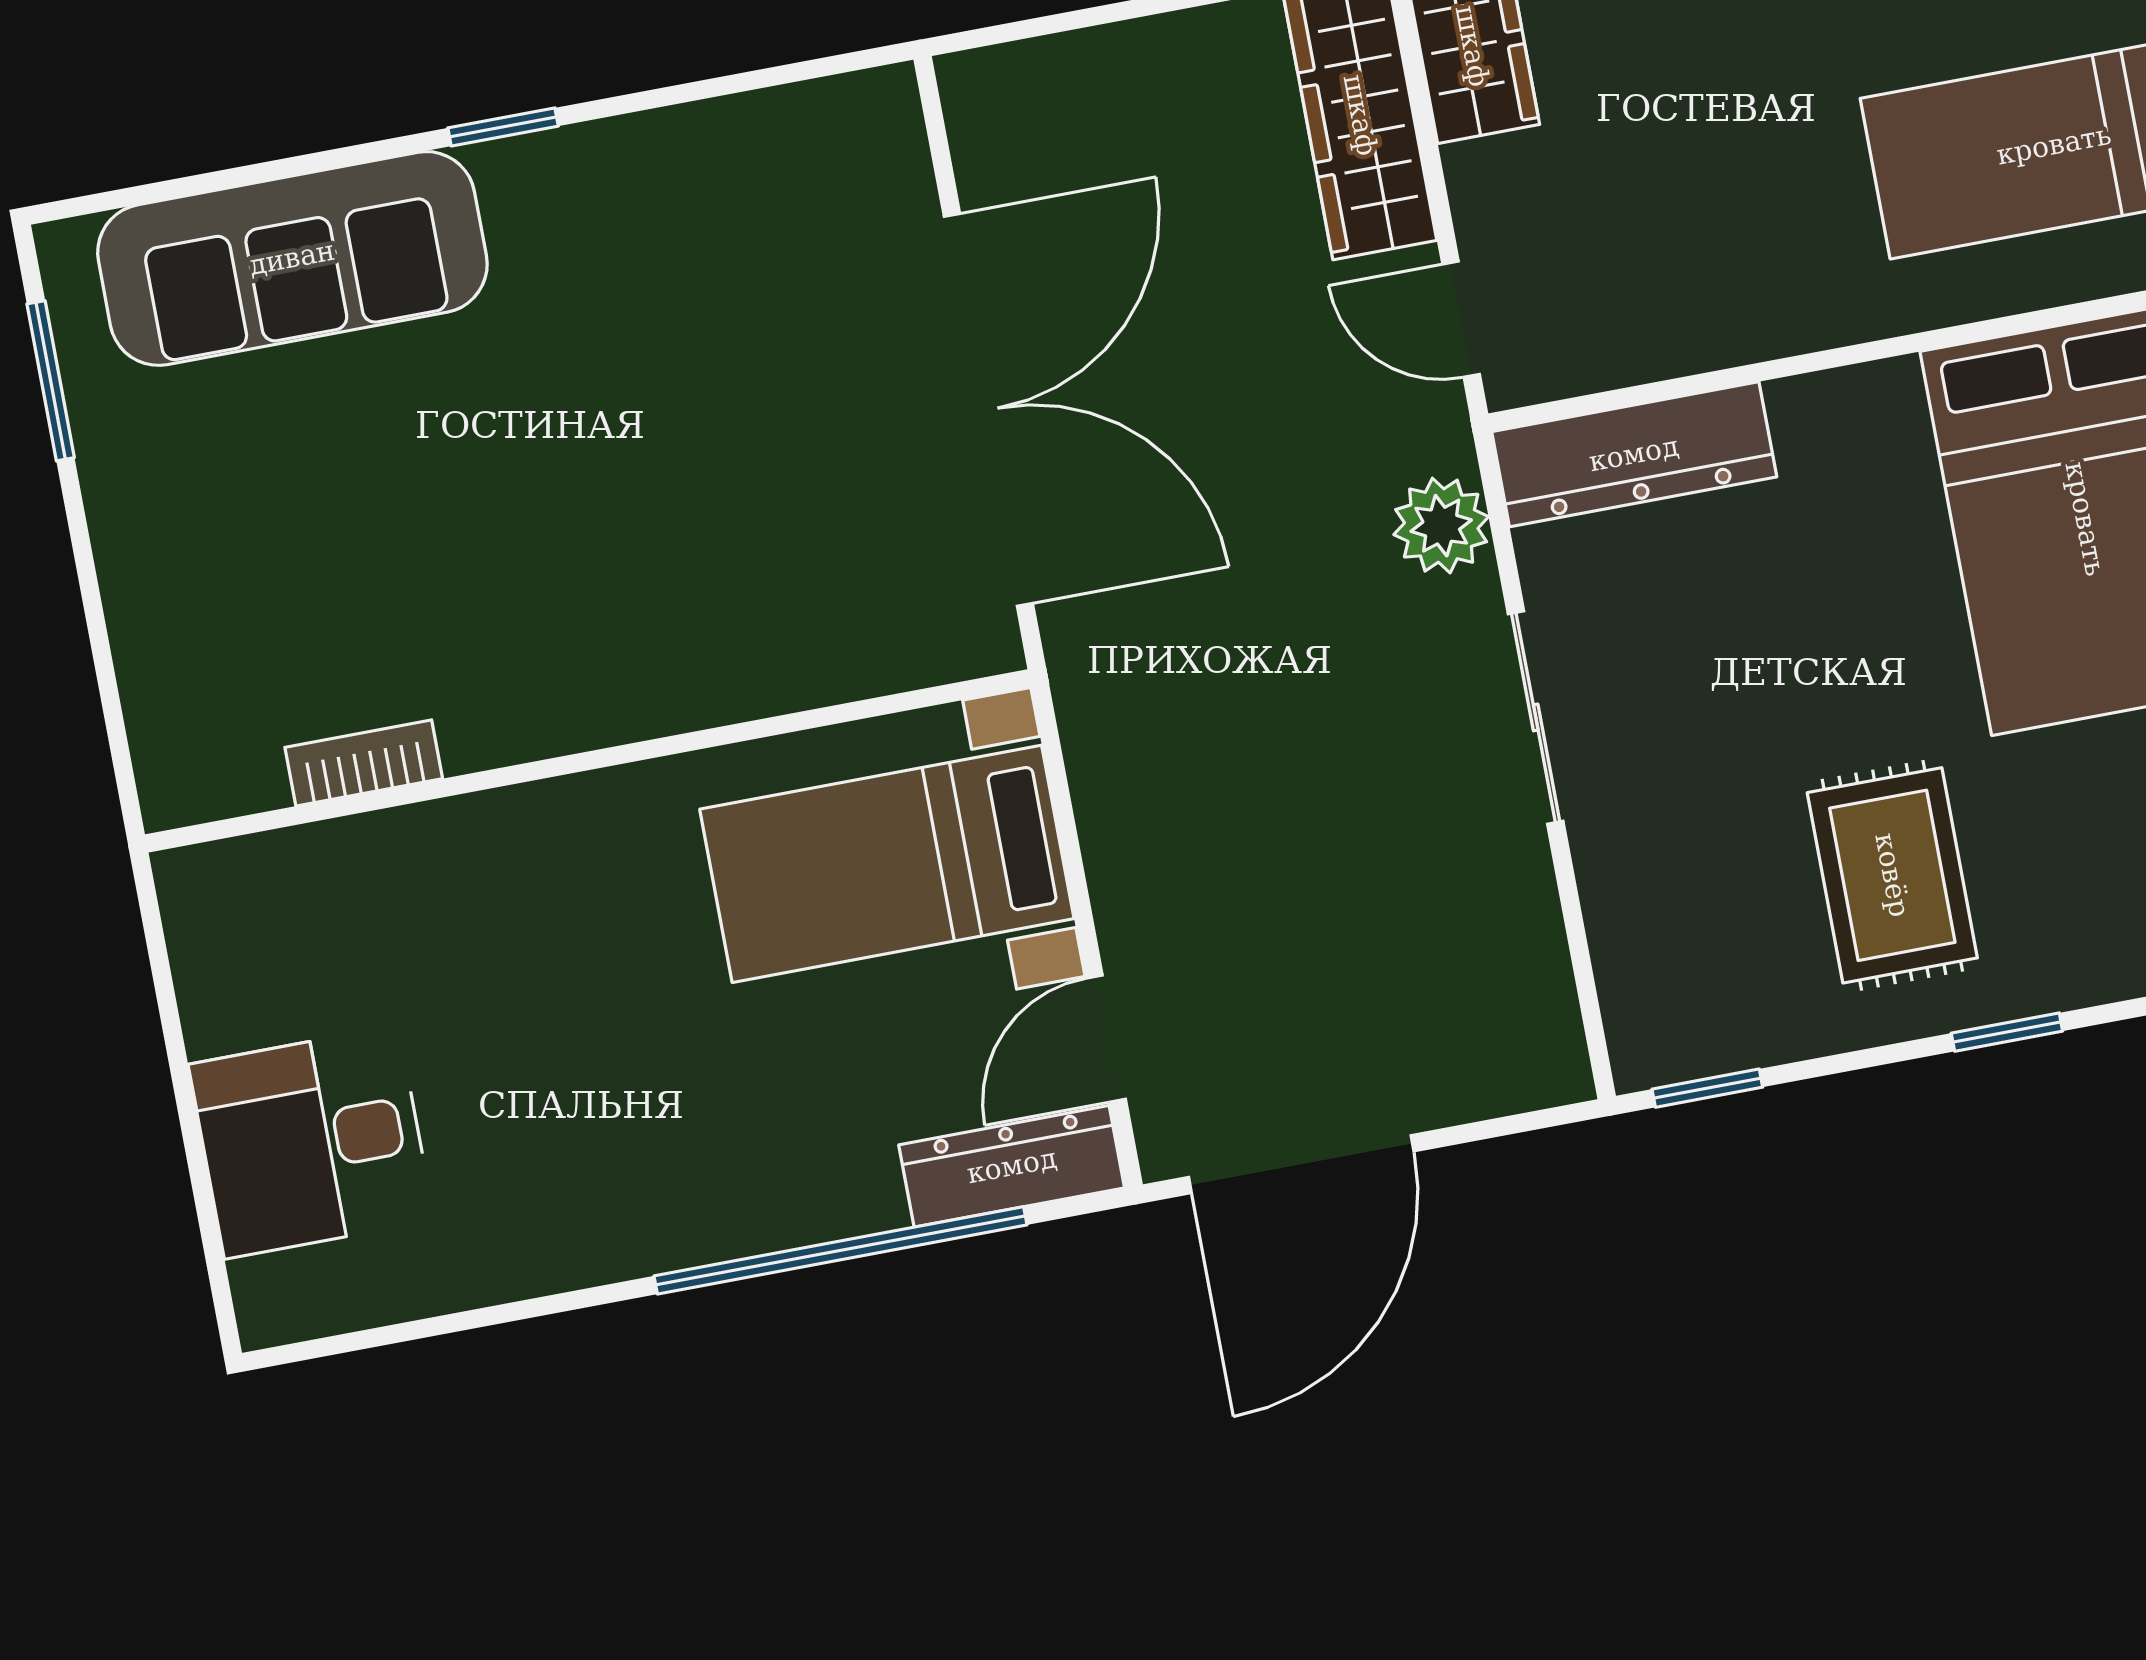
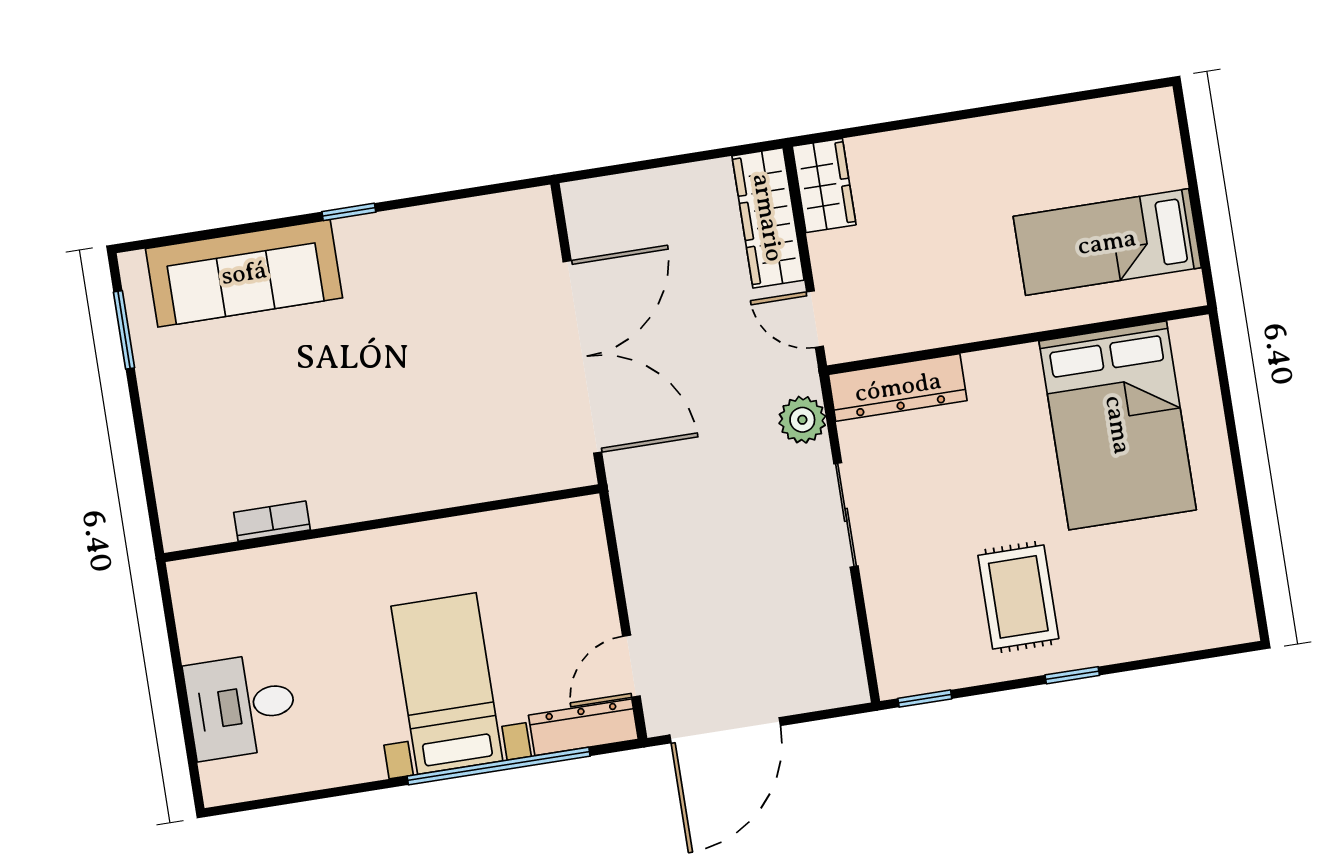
bed with nightstands: (887, 864) -> (447, 683), moved, turned 90

